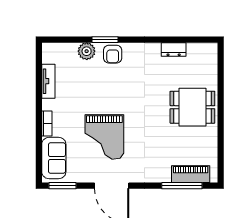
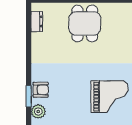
dresser: (174, 49) -> (37, 22), moved

